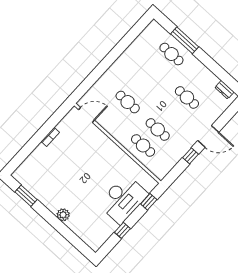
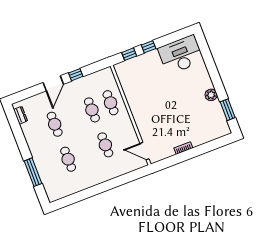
cafe table: (171, 54) -> (68, 159), moved
door: (208, 136) -> (53, 83), swing flipped
desk: (123, 199) -> (181, 55), moved
plant: (63, 215) -> (211, 95), moved
window: (122, 230) -> (149, 47), moved

